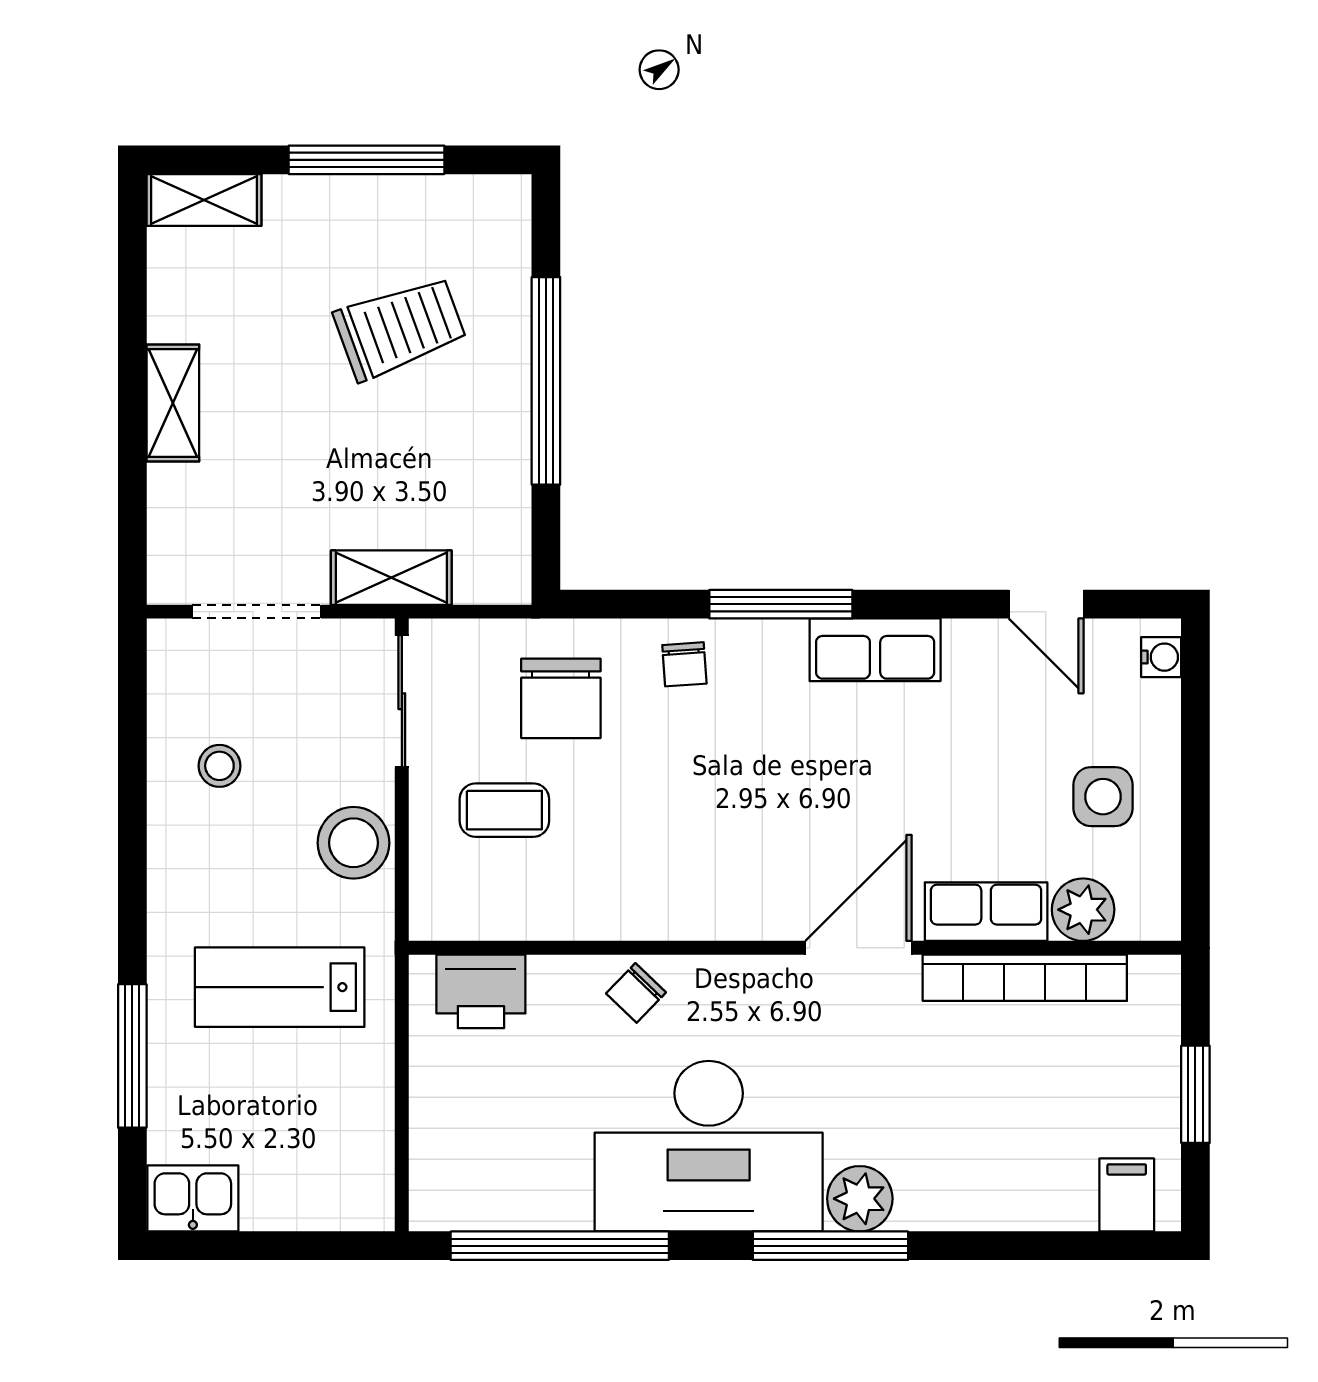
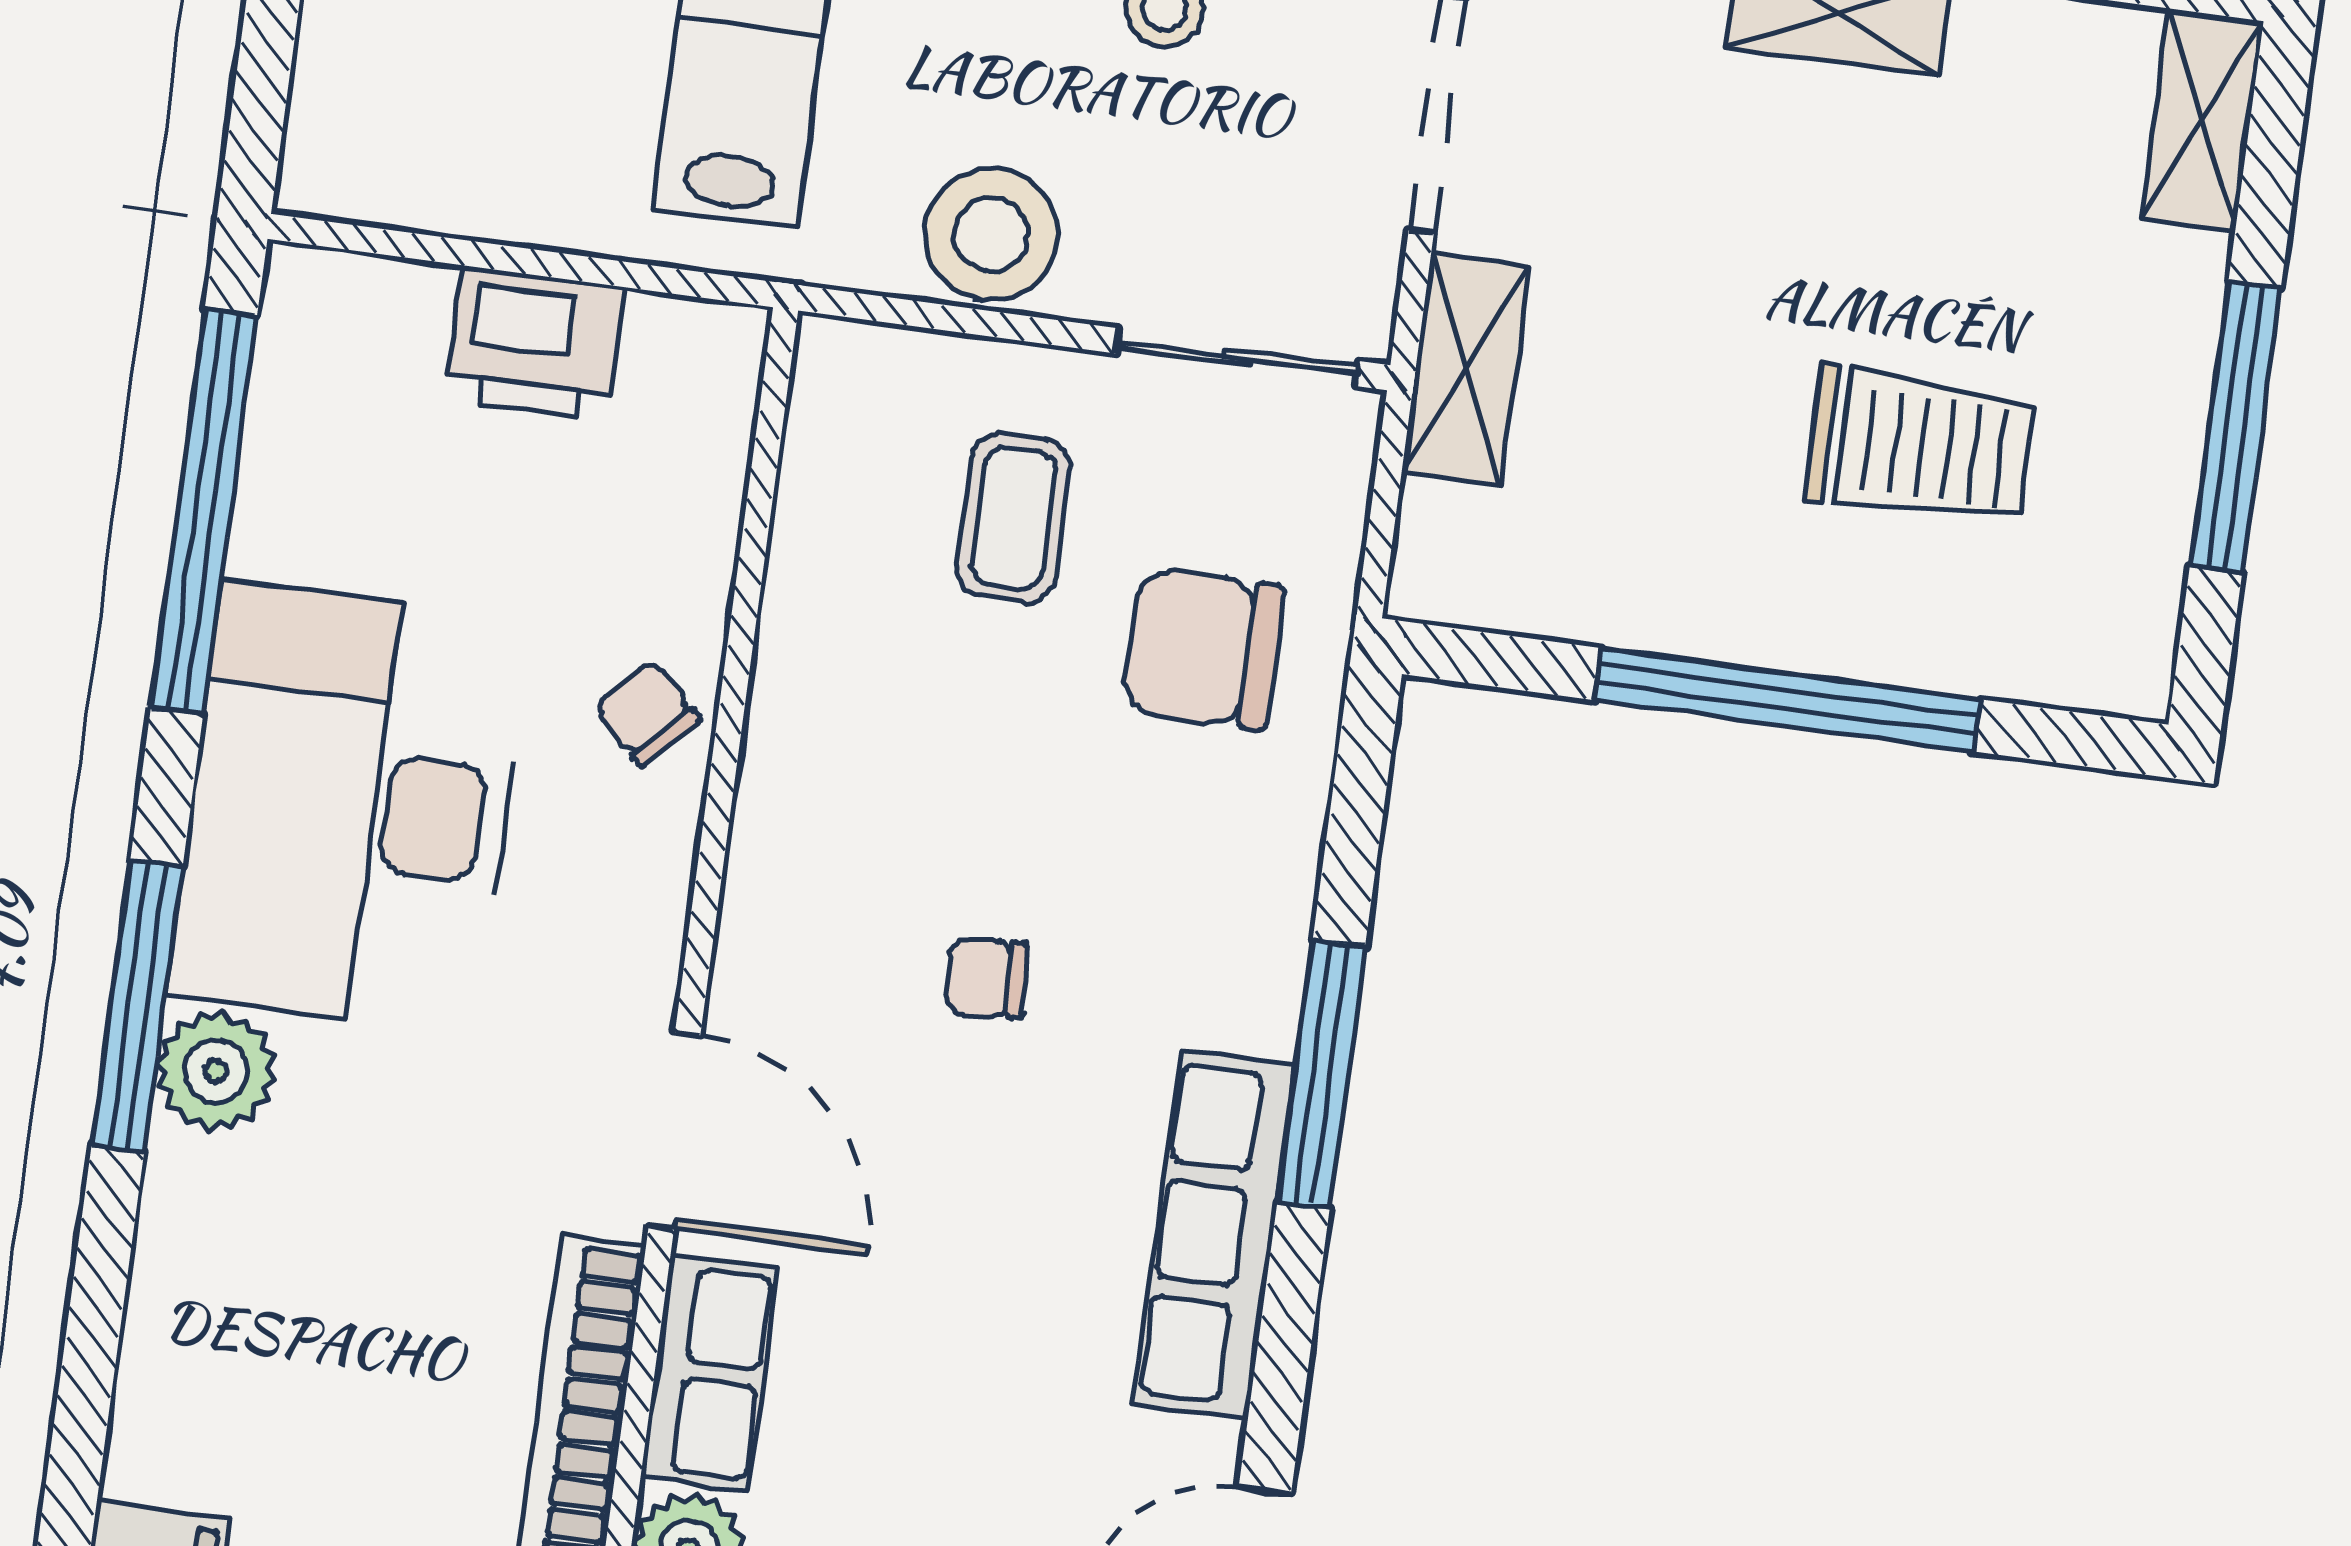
trolley: (400, 328) -> (1920, 446), turned -70
row of seats: (875, 650) -> (1215, 1235), width x1.48
chair: (684, 664) -> (986, 978), moved
printer: (481, 991) -> (535, 343), moved, turned -90

